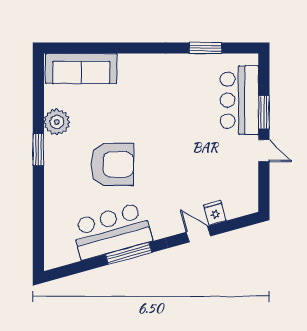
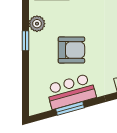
window: (129, 253) -> (70, 108), moved

